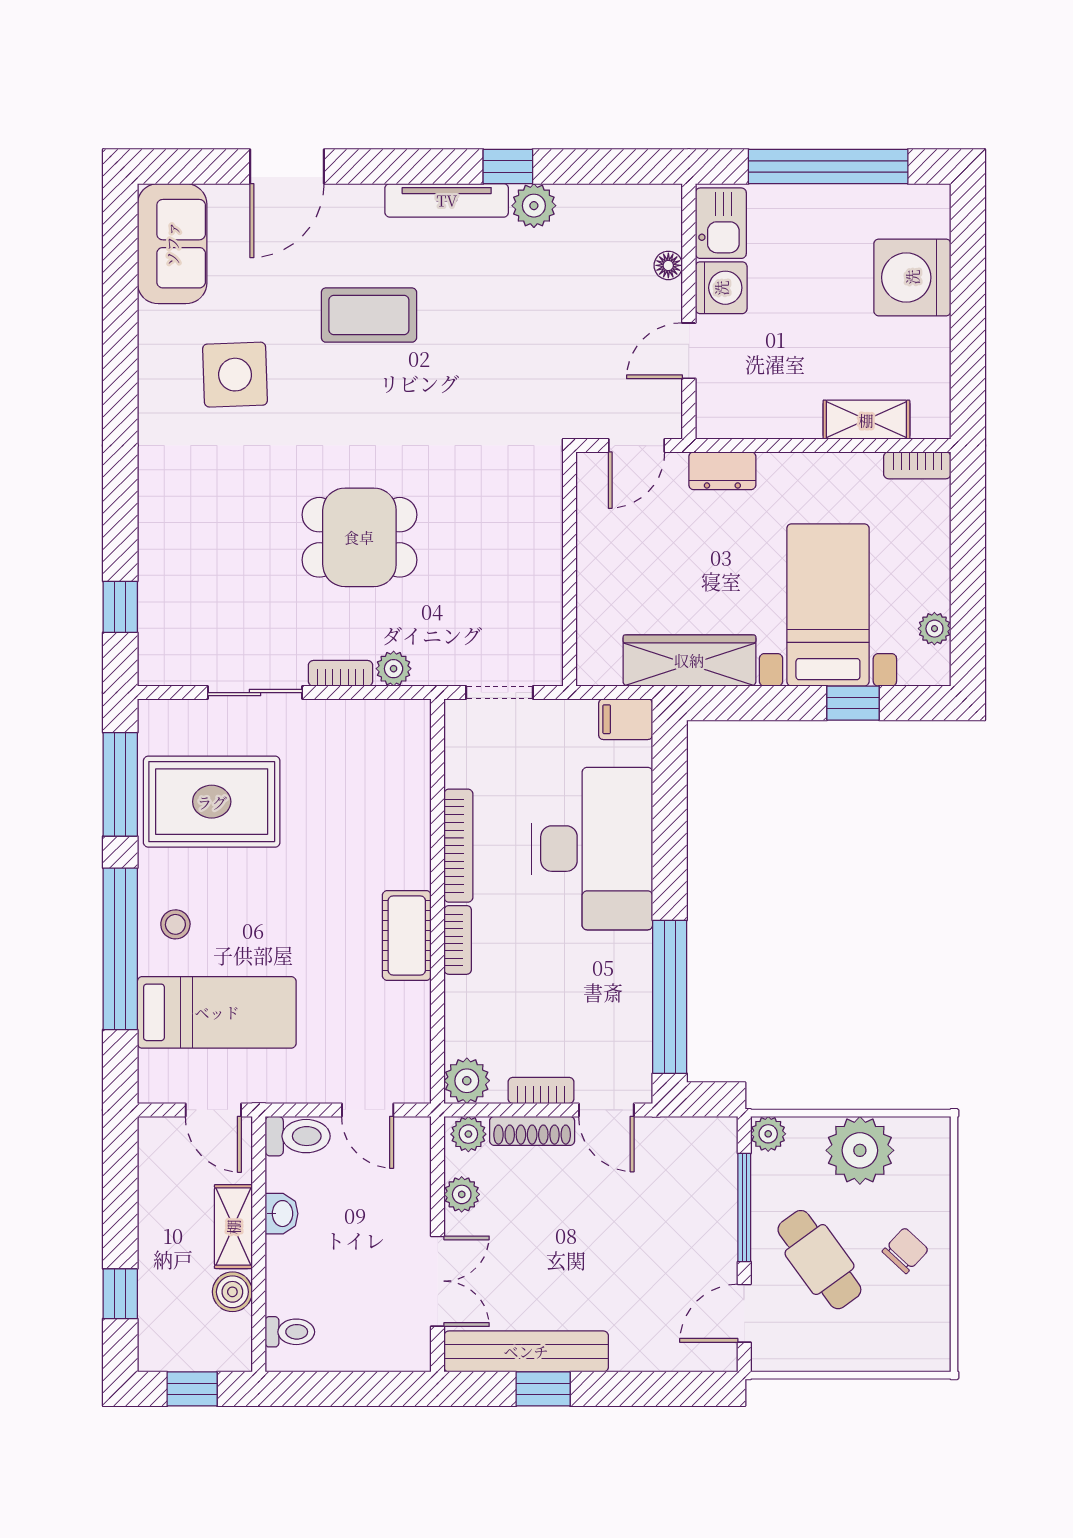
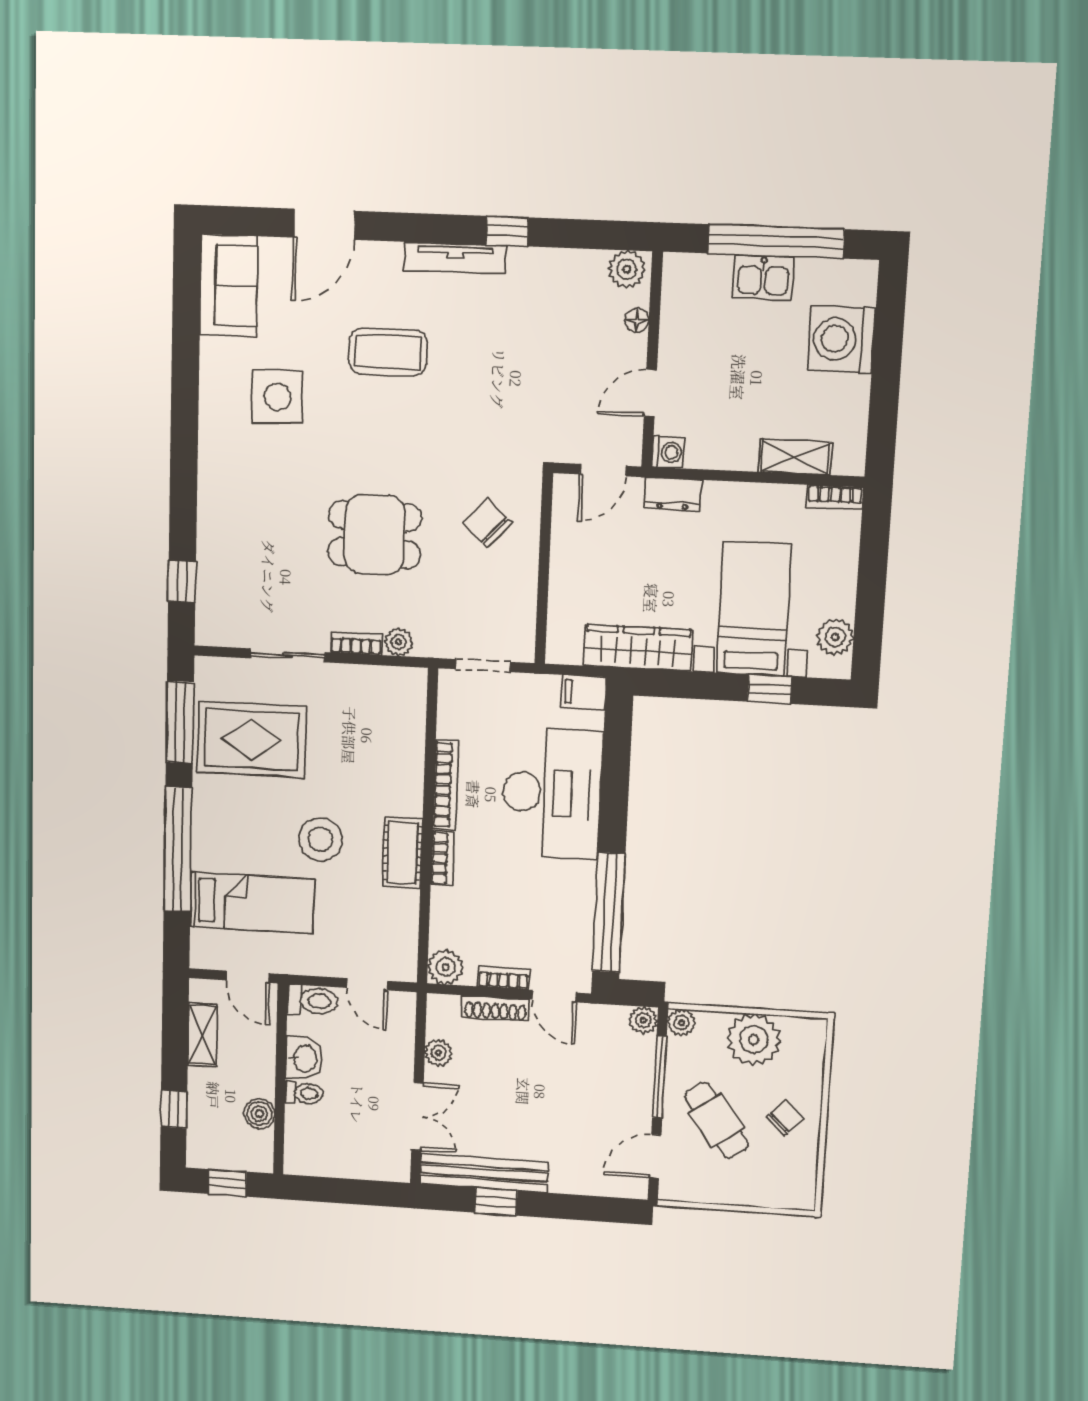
plant: (534, 206) -> (627, 269), moved
kitchen sink: (721, 223) -> (763, 278), moved, turned 90
washing machine: (721, 288) -> (668, 452), moved, width x0.73, depth x0.73
chair: (498, 516) -> (487, 523), added
plant: (934, 629) -> (835, 637), width x1.38, depth x1.38
stool: (175, 924) -> (320, 839), moved, width x1.89, depth x1.89
plant: (468, 1134) -> (643, 1020), moved
washbasin: (281, 1214) -> (304, 1058), width x1.38, depth x1.45
shelving: (233, 1227) -> (203, 1035), moved
toilet: (290, 1332) -> (304, 1093), moved

